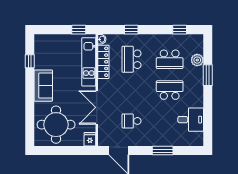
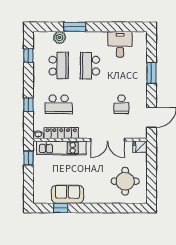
sofa: (43, 86) -> (68, 194), moved
round table: (56, 125) -> (125, 181), width x0.73, depth x0.73

